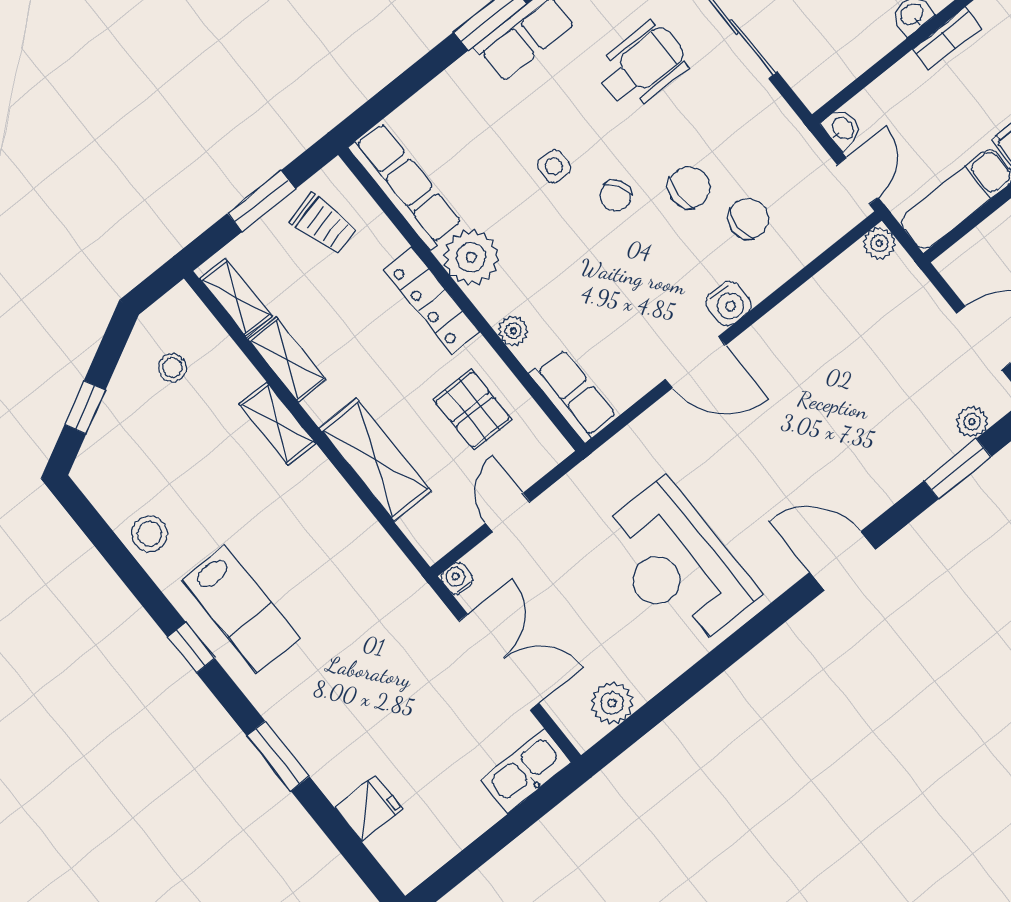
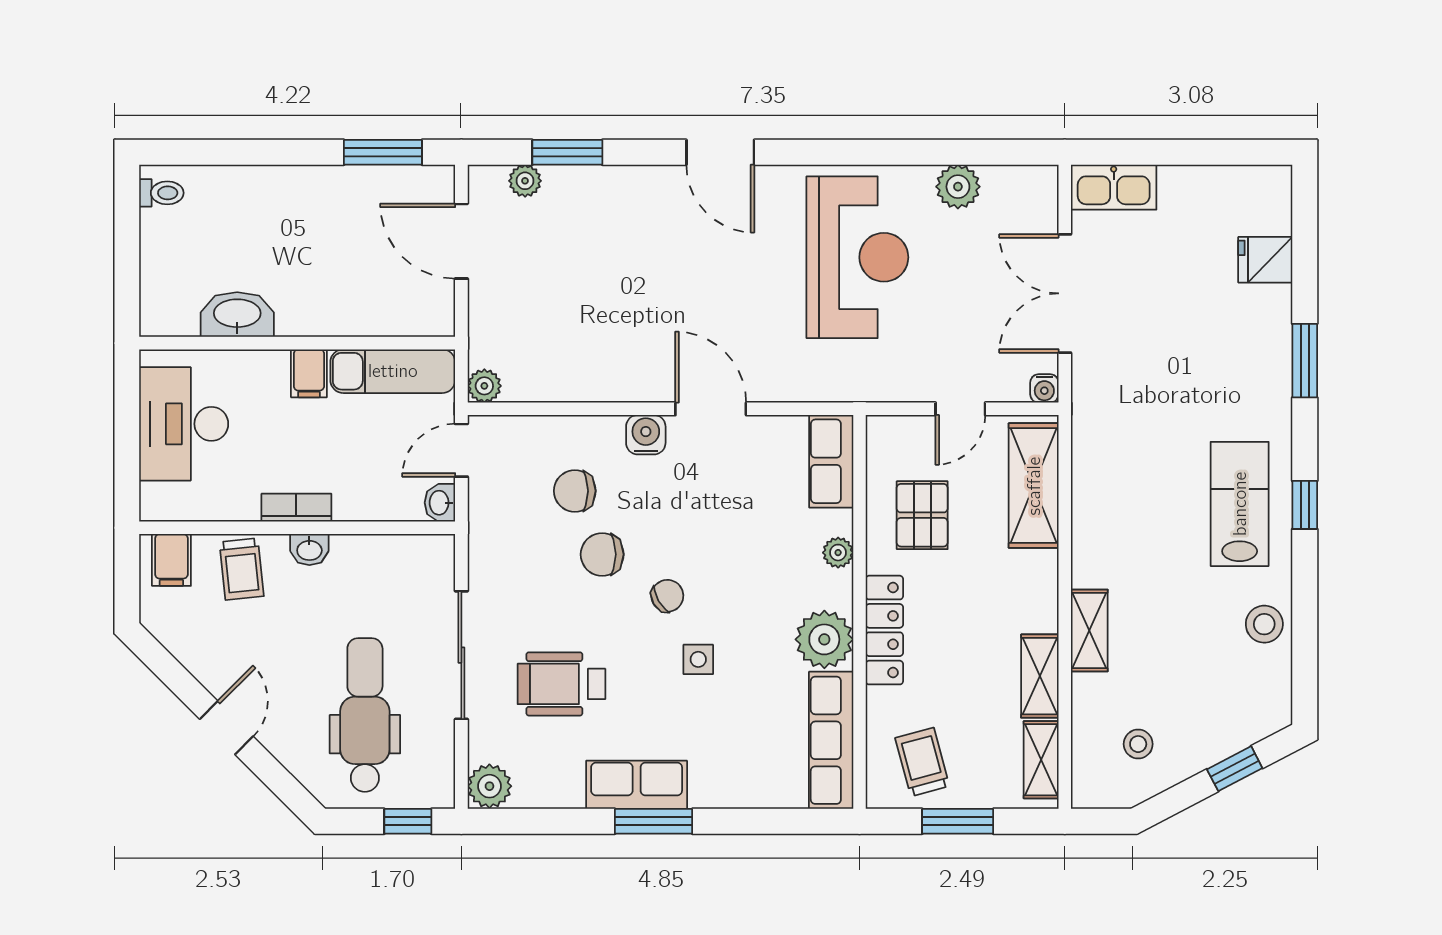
shelving: (375, 460) -> (1034, 486), moved
plant: (612, 703) -> (958, 187), moved

